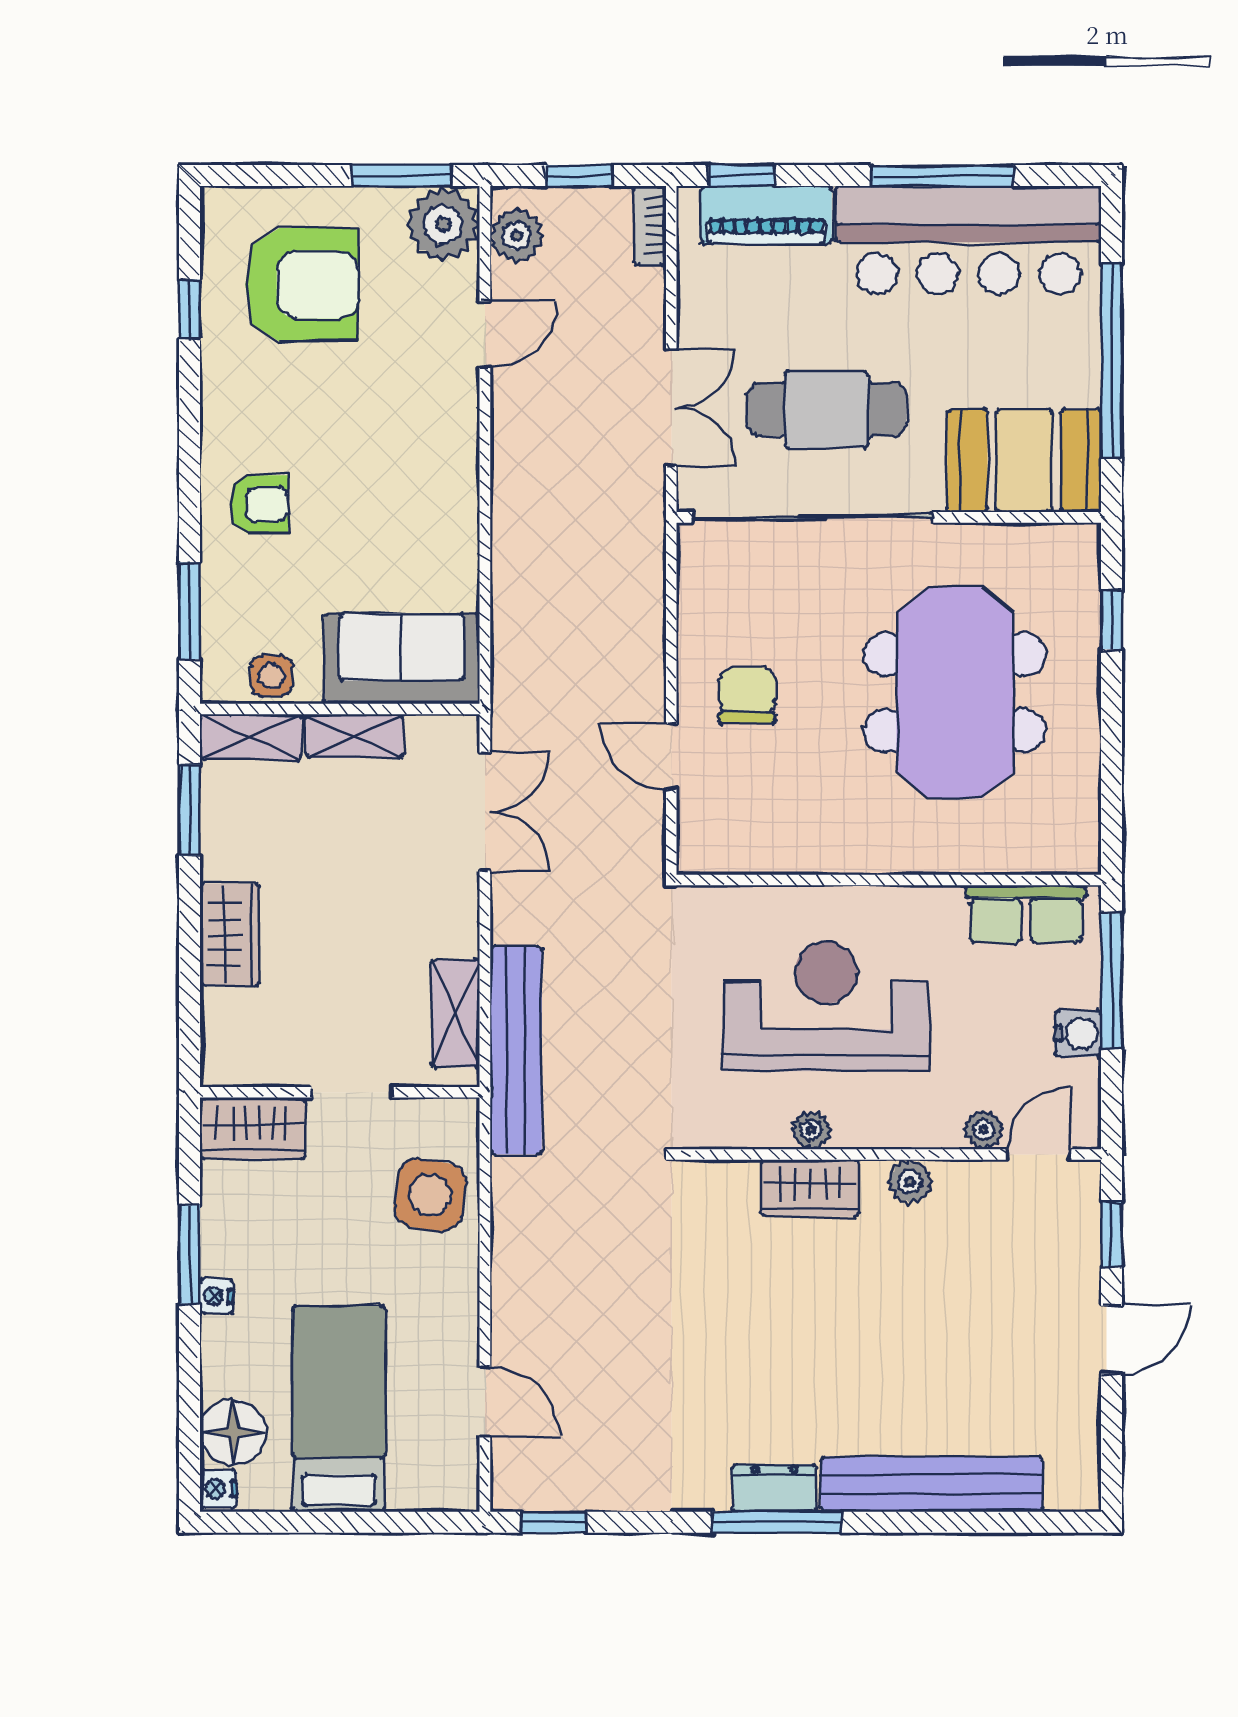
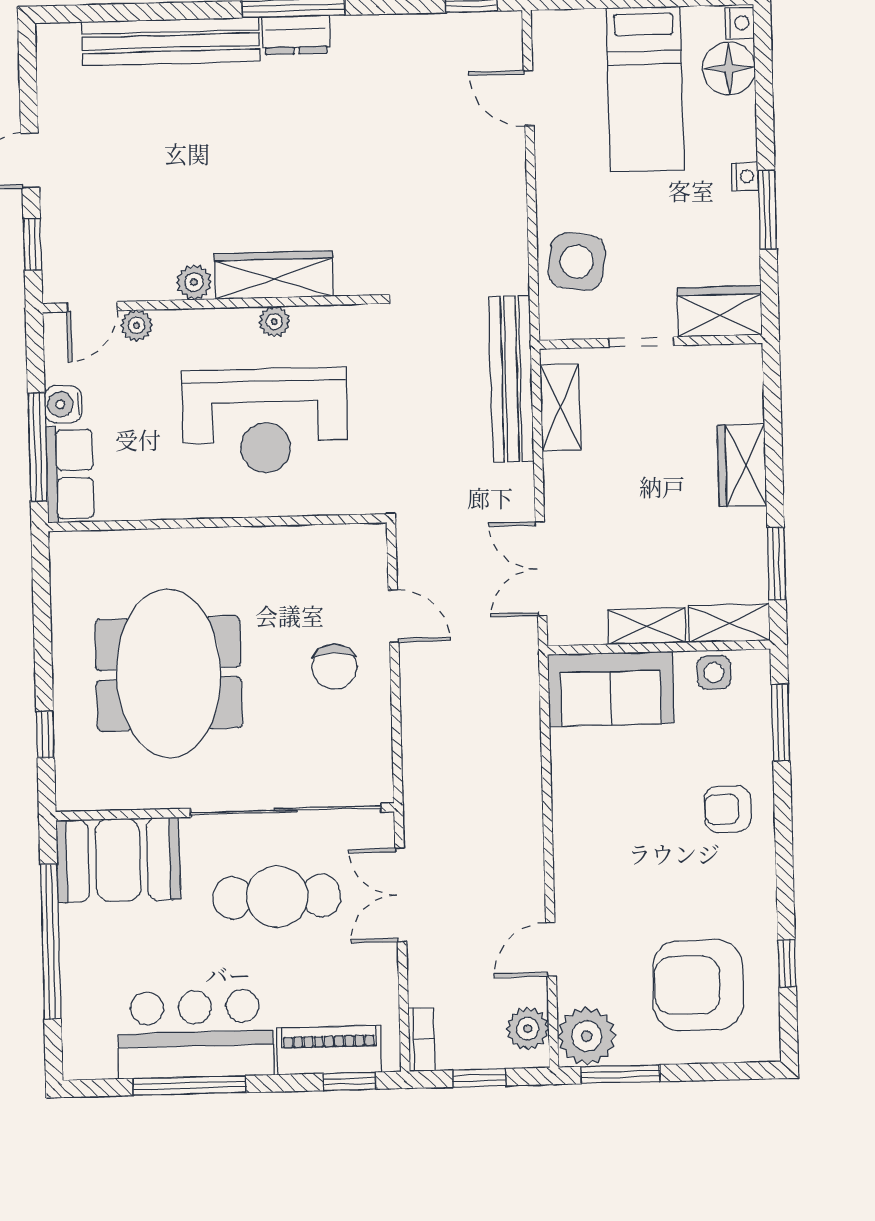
bar counter: (968, 240) -> (195, 1034), width x0.73
row of seats: (1026, 914) -> (70, 474), moved, turned 90
wardrobe: (810, 1188) -> (274, 275), width x1.50

